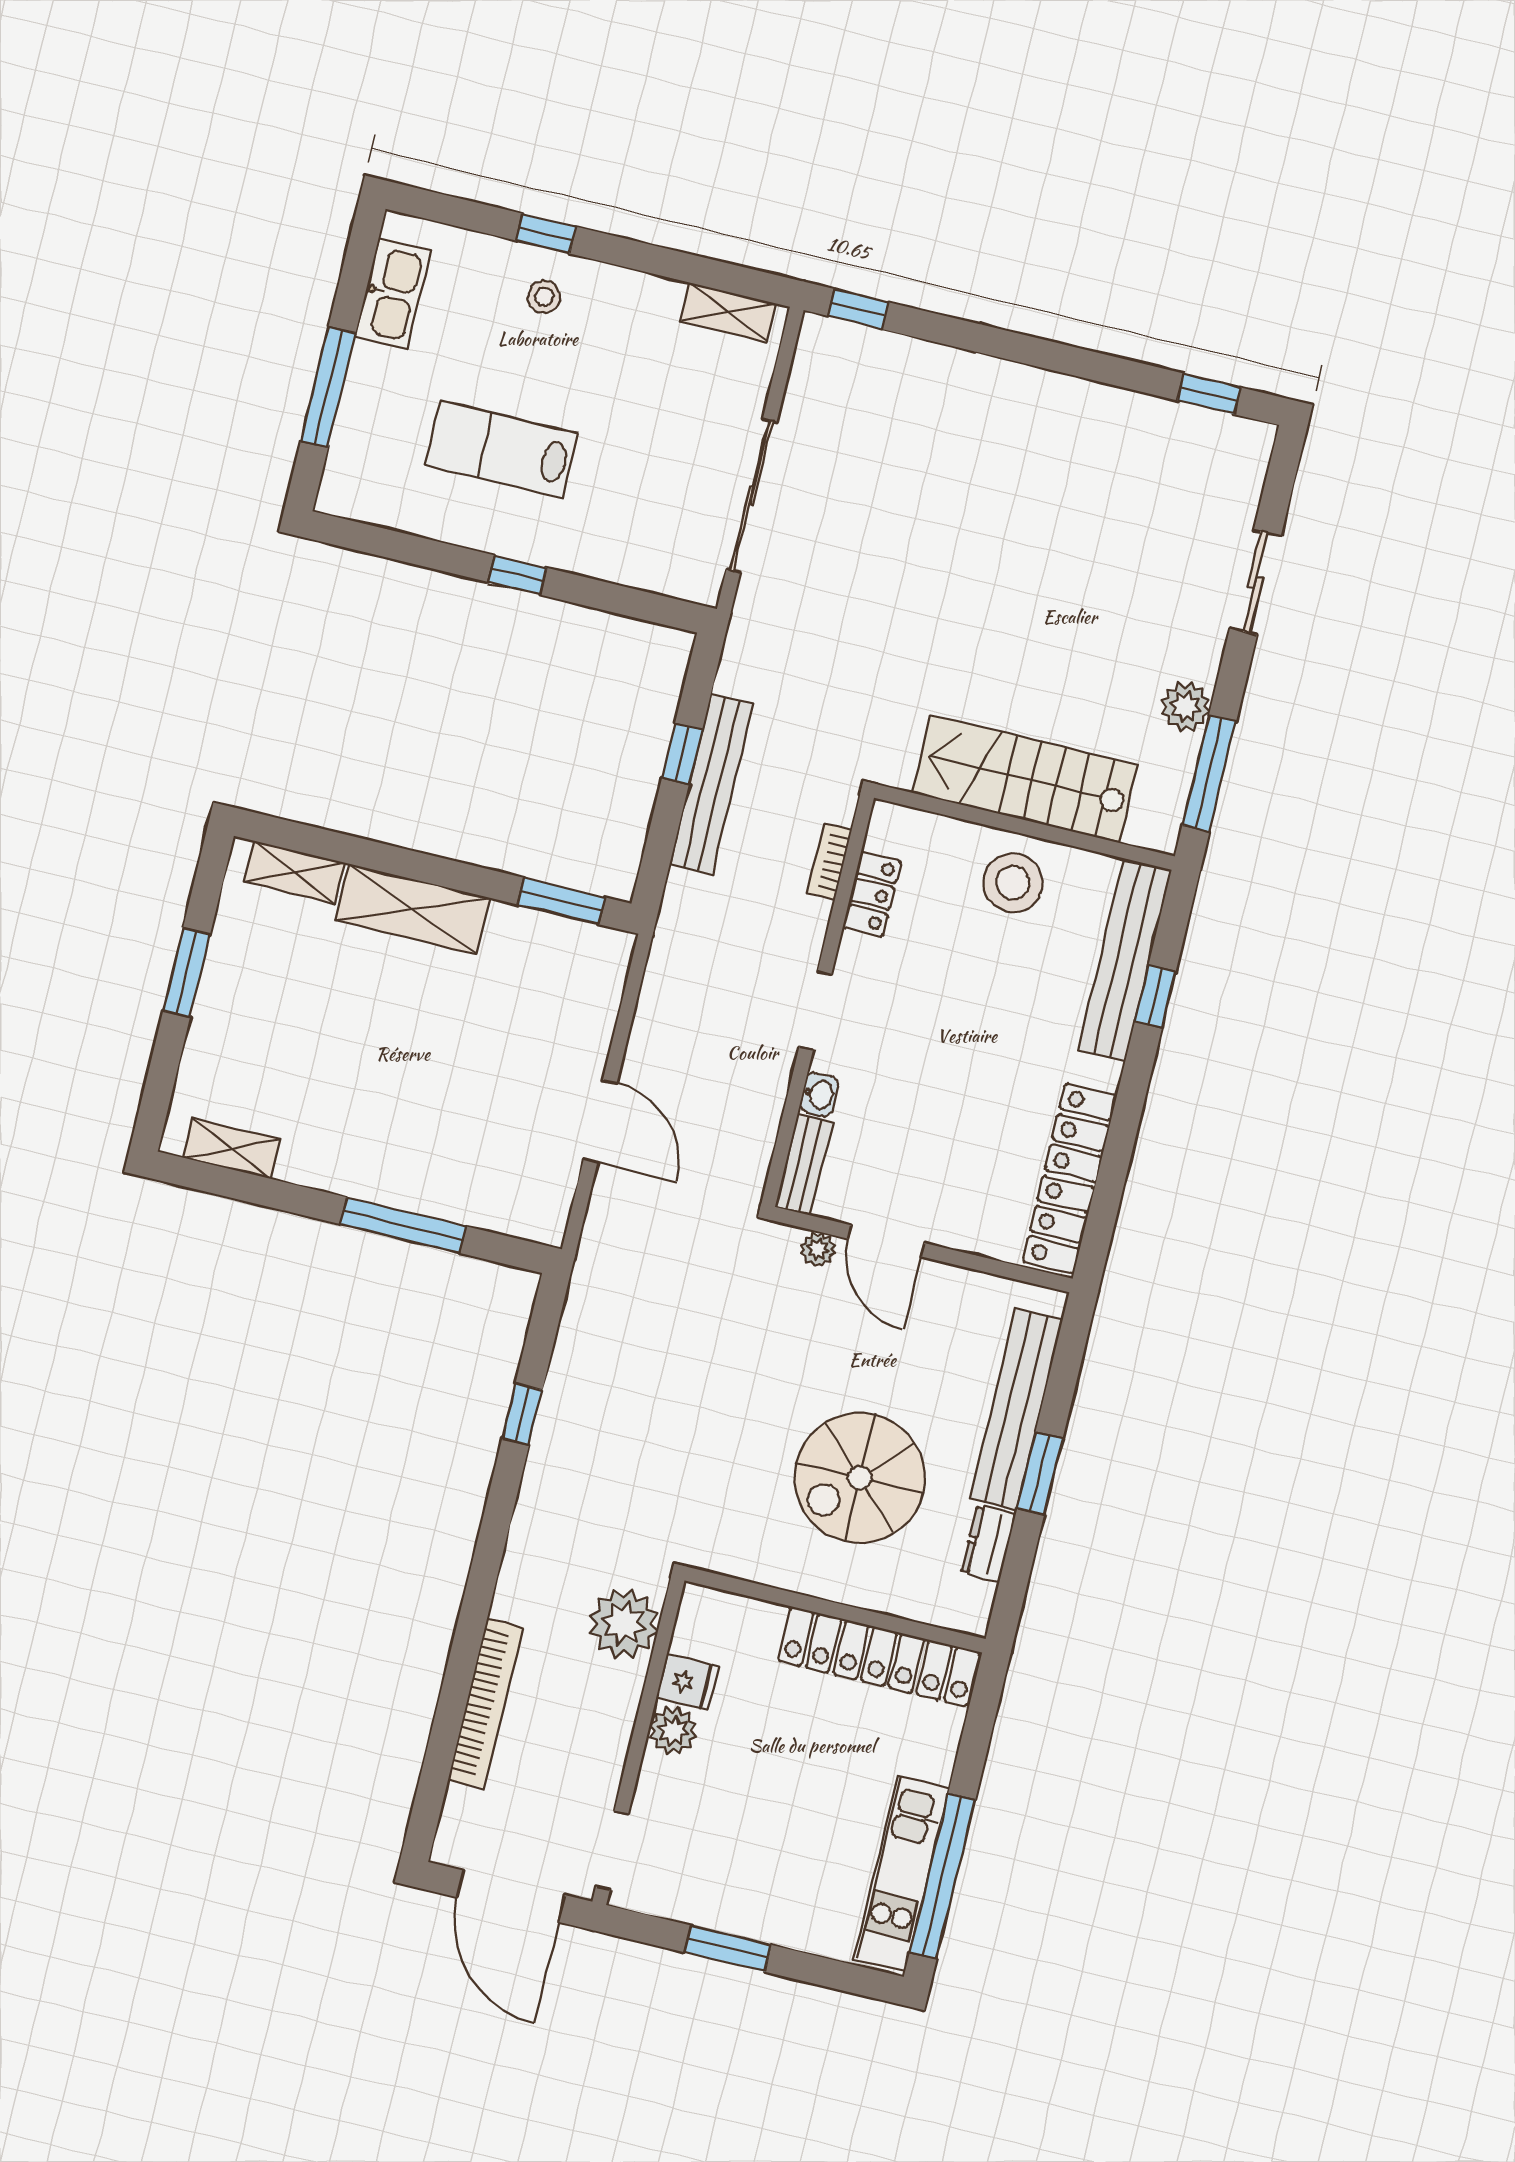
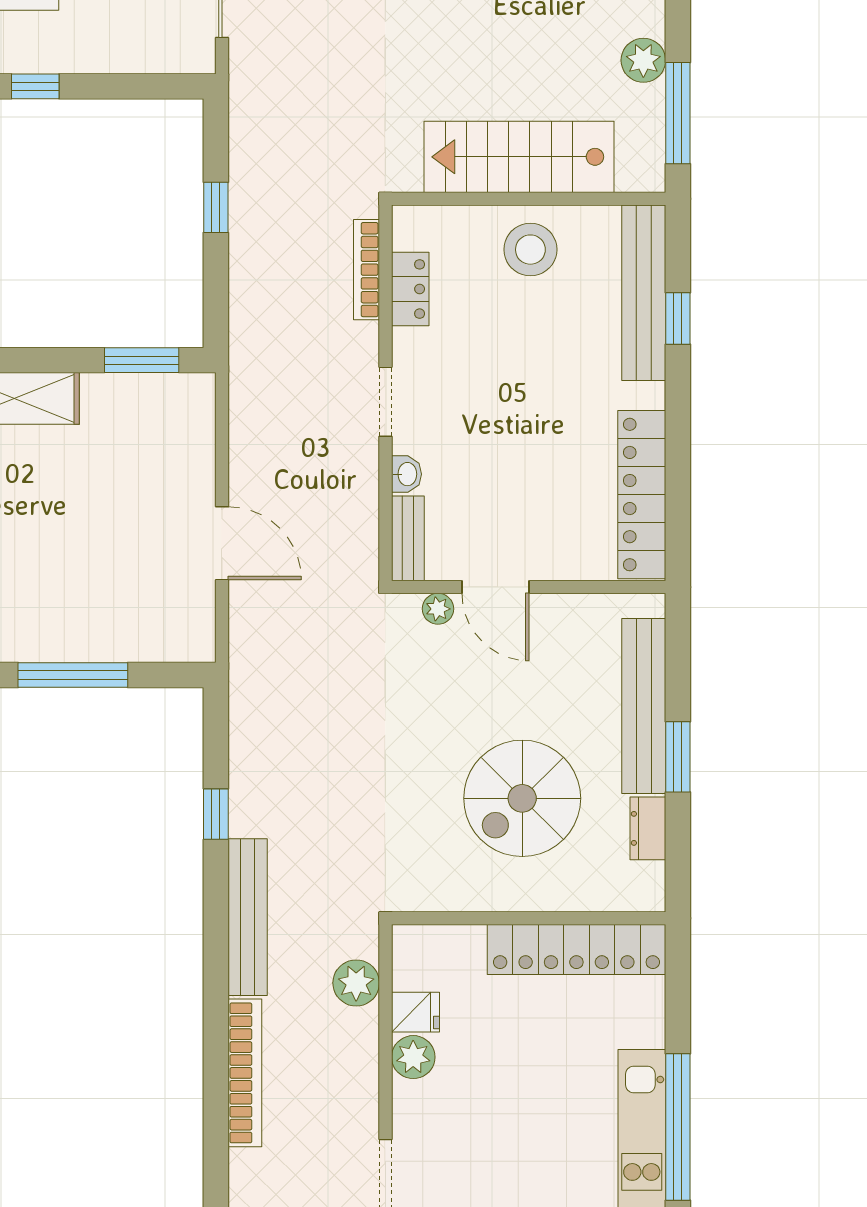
bench: (711, 784) -> (248, 917), moved
bookcase: (829, 862) -> (366, 270), width x1.56
plant: (624, 1623) -> (356, 983), width x0.73, depth x0.73

